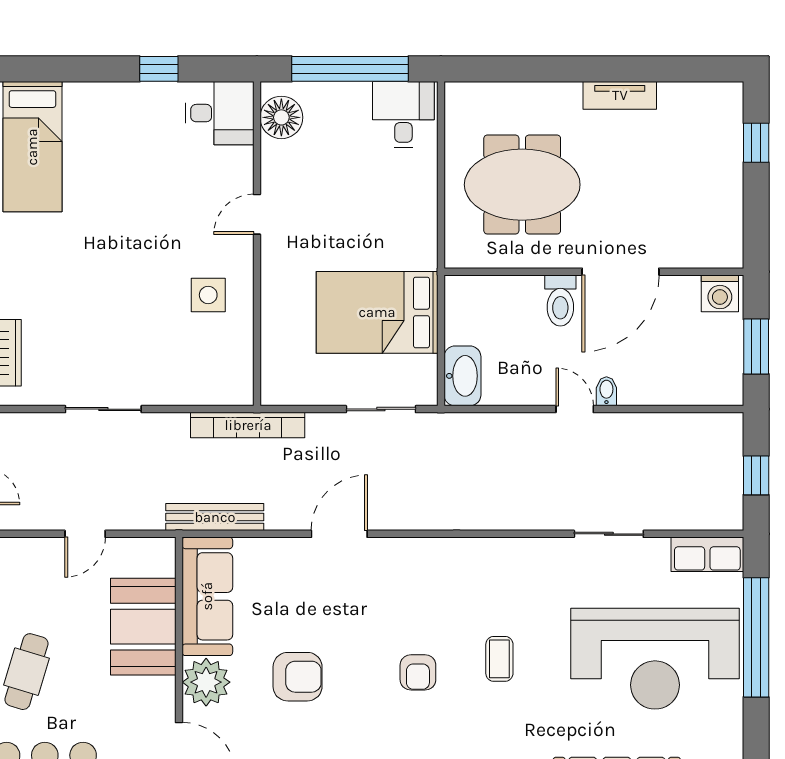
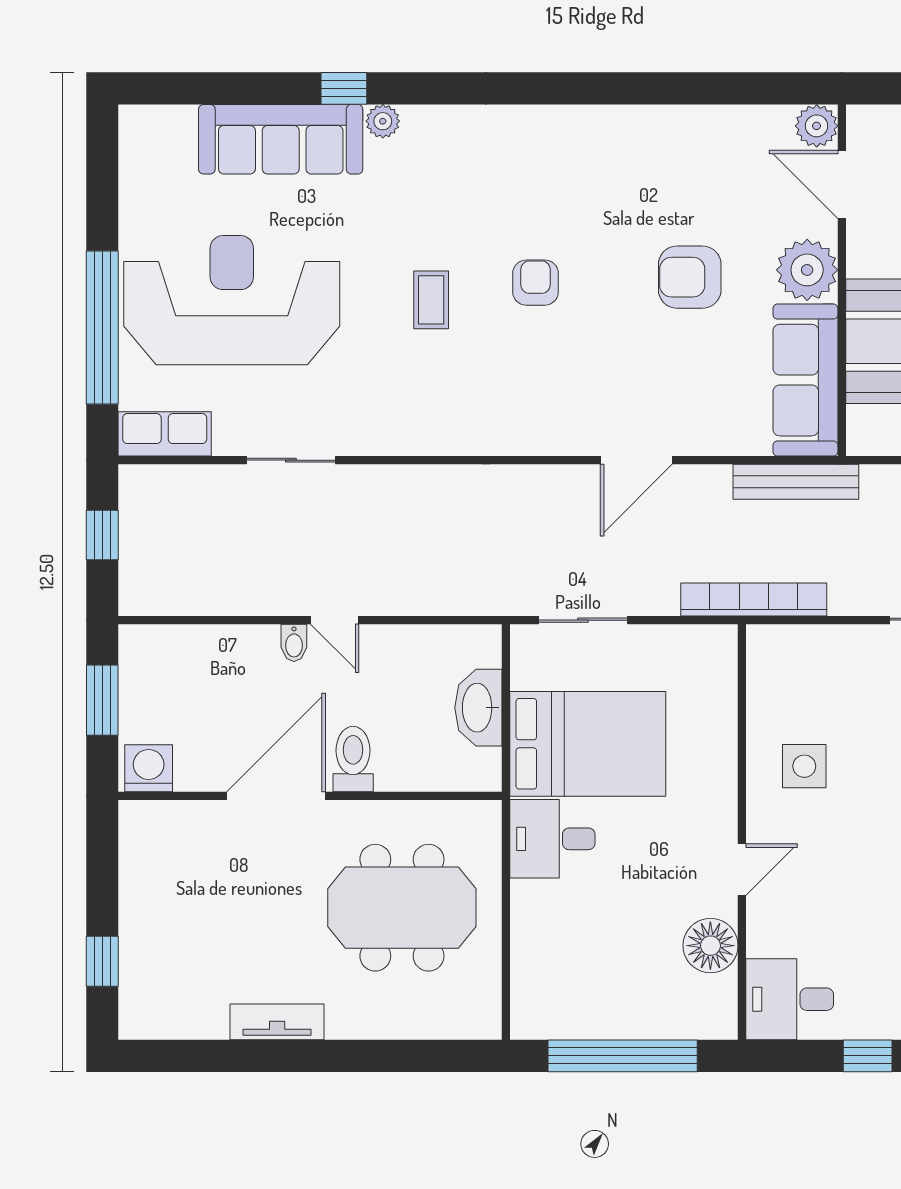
desk: (403, 115) -> (552, 839), moved, turned 90
floor lamp: (281, 117) -> (710, 946), moved
washbasin: (462, 376) -> (478, 708), moved

